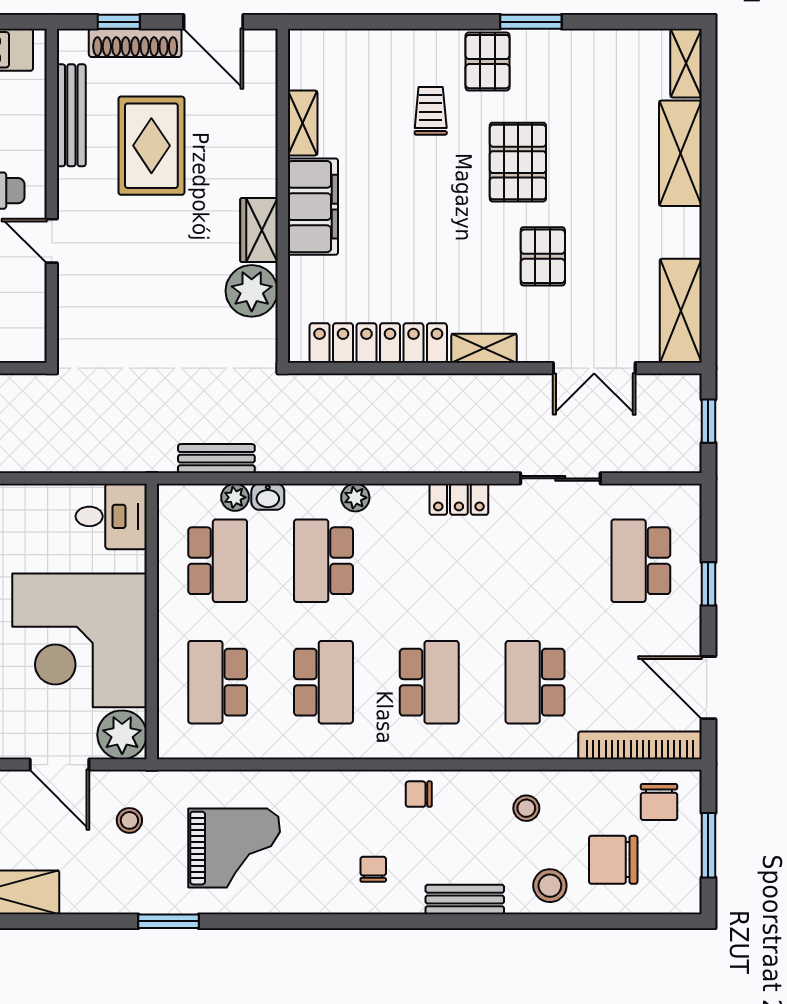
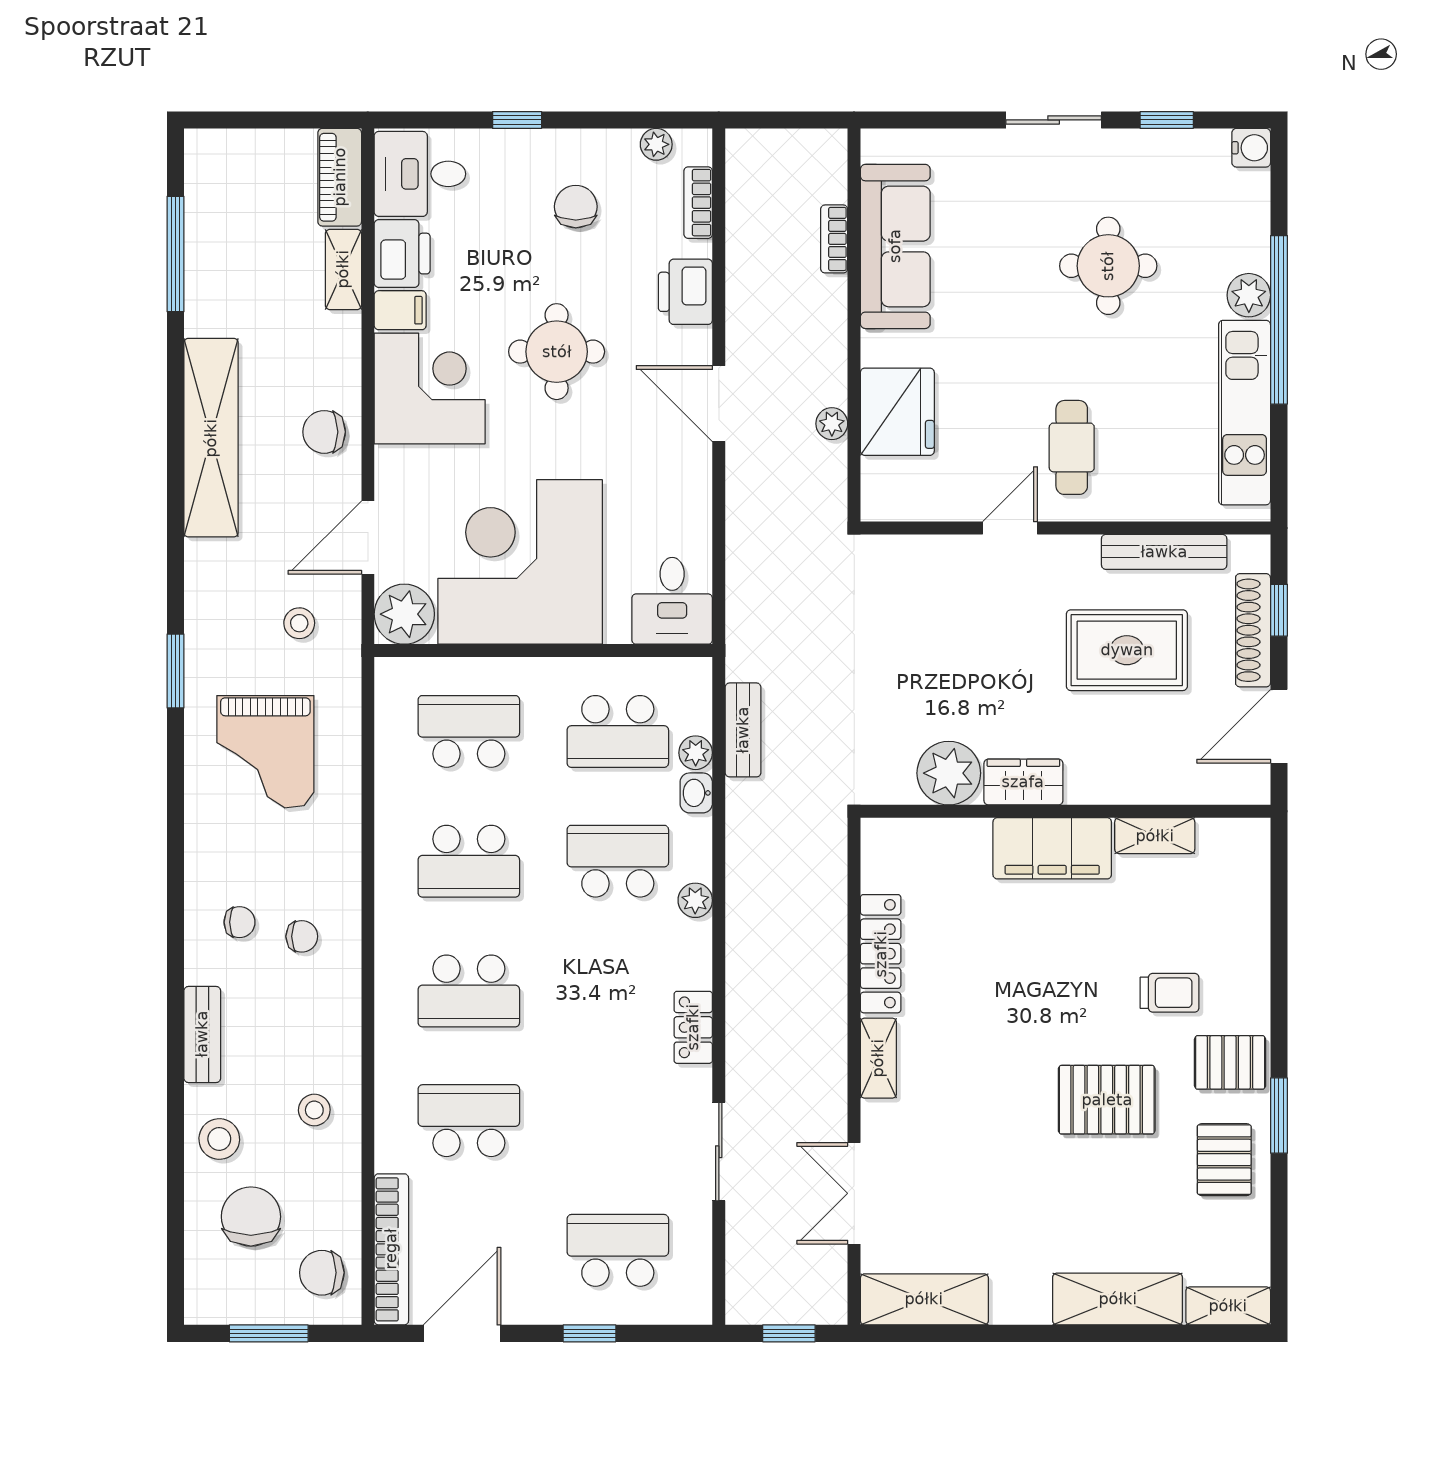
pallet: (543, 256) -> (1224, 1160), moved, turned 90
locker: (378, 343) -> (881, 954), width x0.71, depth x0.83
chair: (419, 794) -> (302, 936), moved, turned 90

